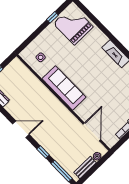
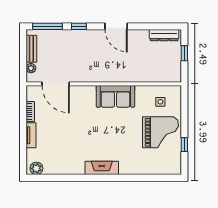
grand piano: (73, 25) -> (161, 132), moved
sofa: (64, 88) -> (115, 96), width x0.73
door: (21, 129) -> (116, 26), hinge flipped

